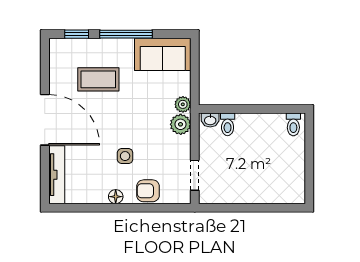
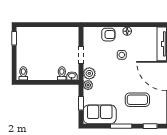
window: (126, 34) -> (121, 126), width x0.69
window: (195, 73) -> (81, 103), added
doorway: (195, 175) -> (81, 55), moved
window: (309, 184) -> (14, 38), added

